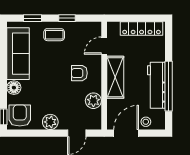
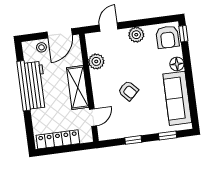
coffee table: (54, 35) -> (144, 122), removed
armchair: (79, 73) -> (128, 91), moved, turned 47

